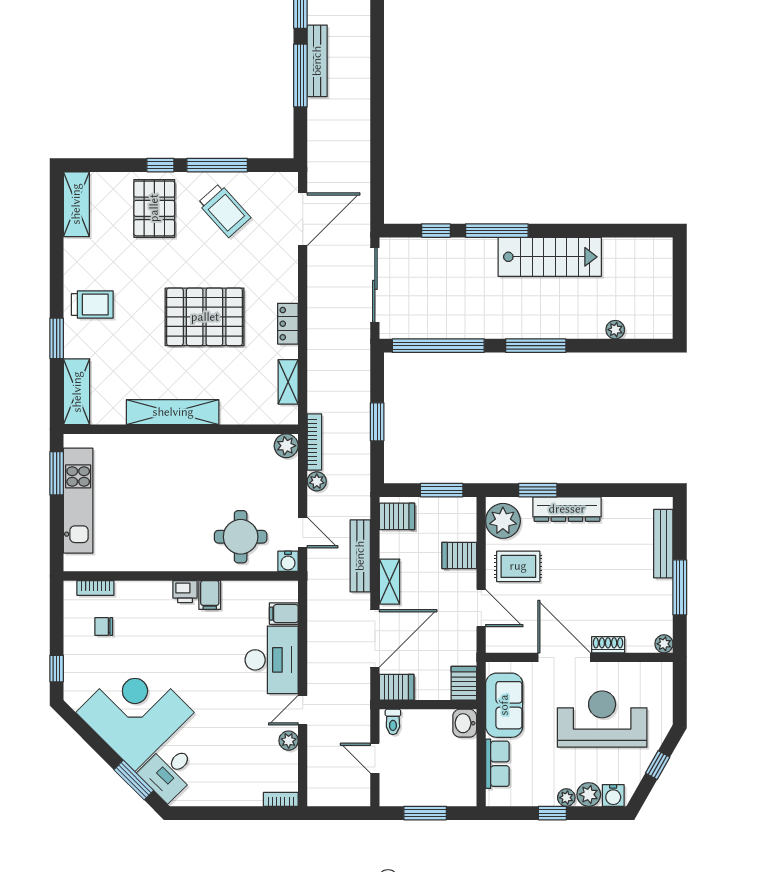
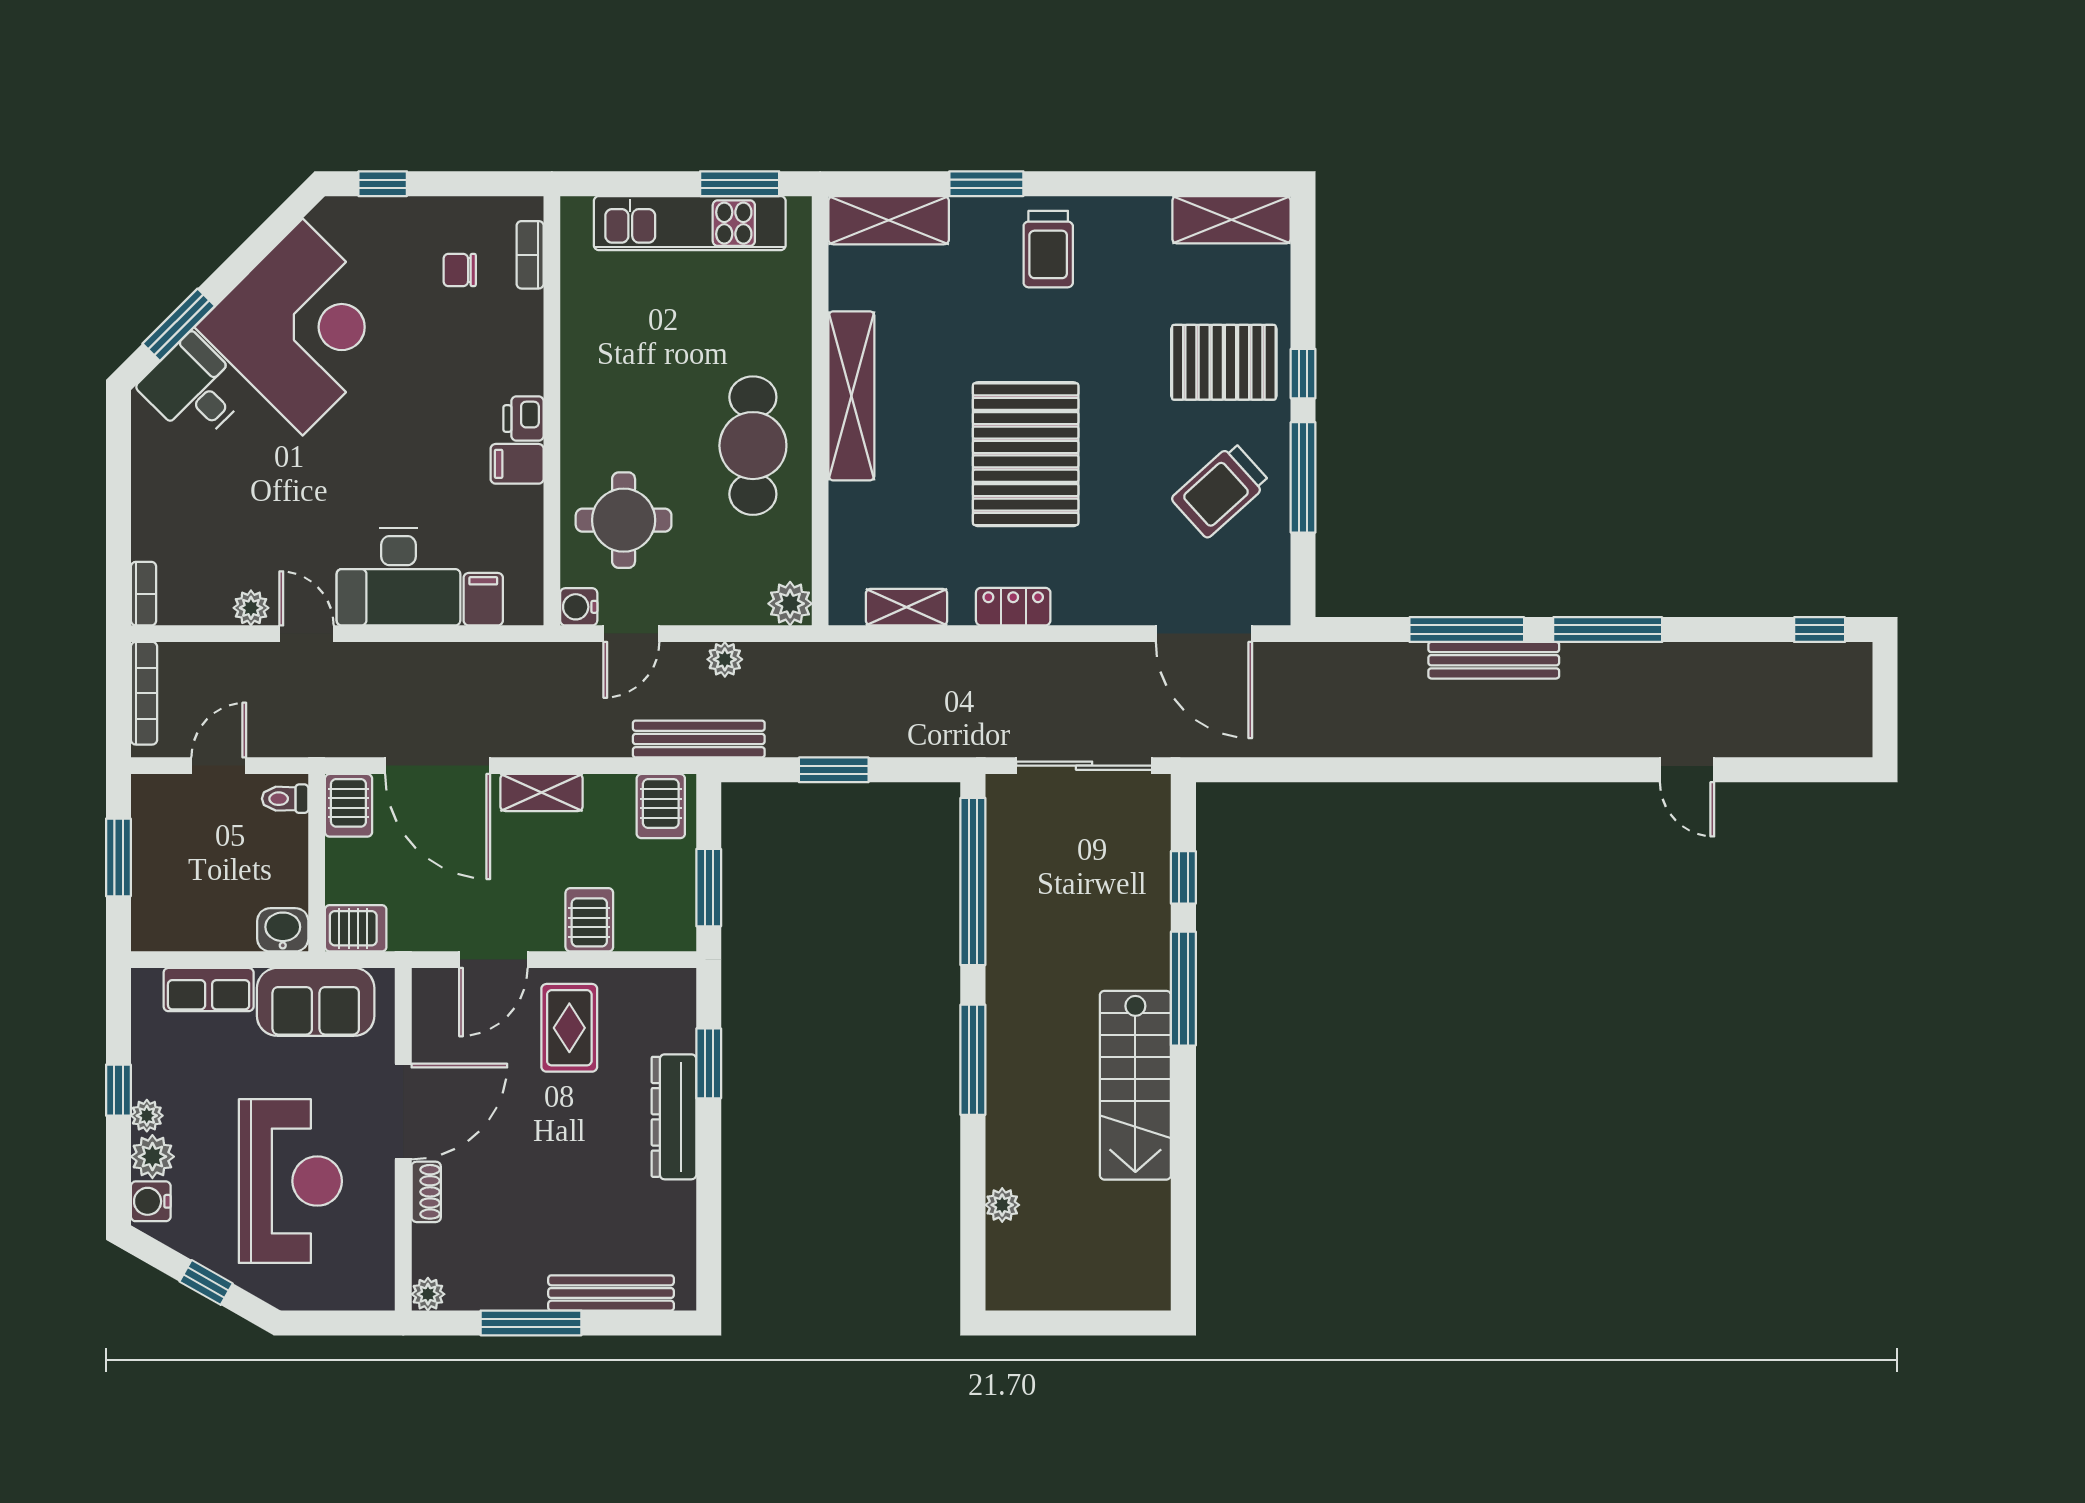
bookcase: (314, 442) -> (144, 693), moved, turned -90
cafe table: (200, 466) -> (753, 446), added
plant: (503, 521) -> (653, 1000), removed
bench: (360, 556) -> (699, 739), moved
chair: (104, 626) -> (460, 270), turned -90

